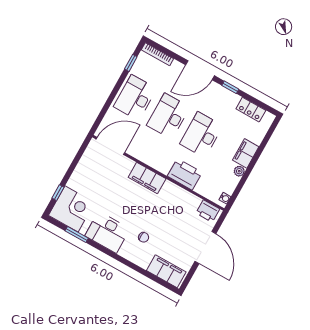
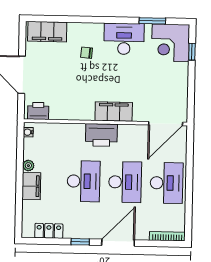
window: (131, 63) -> (189, 214), removed
printer: (185, 174) -> (101, 135), moved

